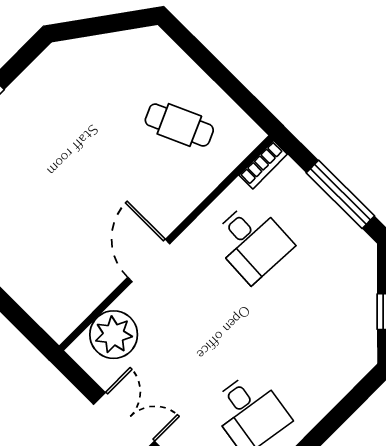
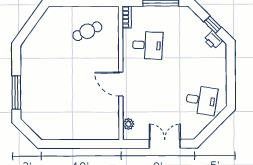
plant: (114, 335) -> (128, 124), width x0.53, depth x0.53
printer: (362, 336) -> (213, 40), added

